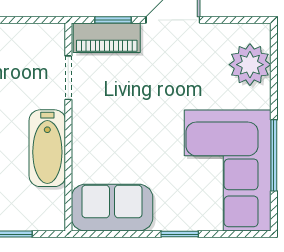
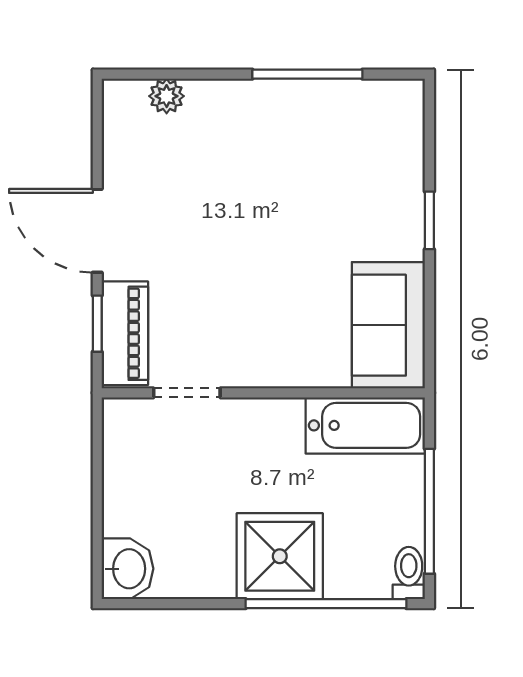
plant: (250, 65) -> (167, 96), width x0.53, depth x0.53
bathtub: (47, 148) -> (365, 425), moved
corner sofa: (228, 170) -> (331, 146), removed

